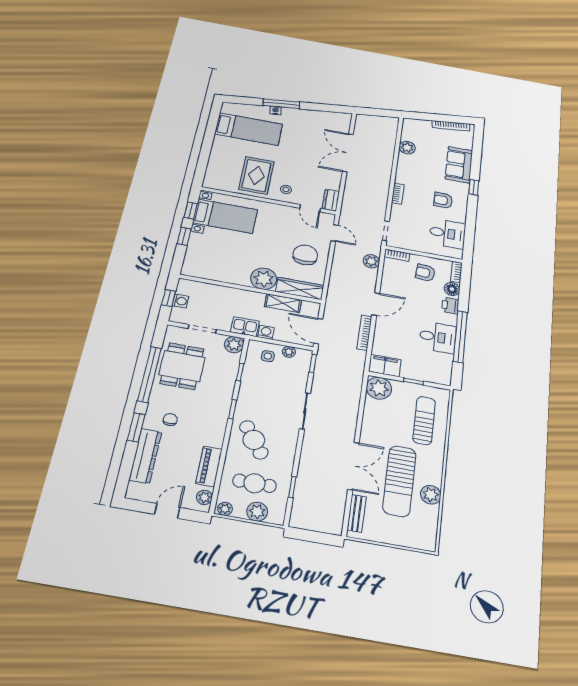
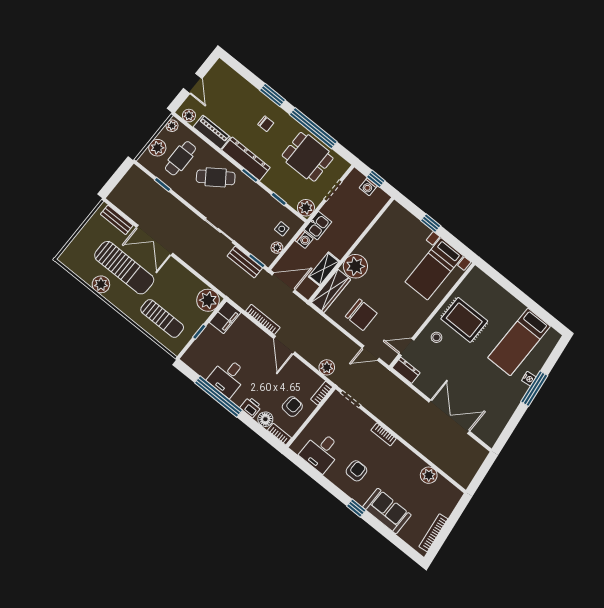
window: (191, 210) -> (455, 243), removed
bench: (321, 373) -> (245, 262), added
dresser: (145, 456) -> (246, 159), moved, turned 180
sun lounger: (399, 481) -> (124, 268), turned 180

